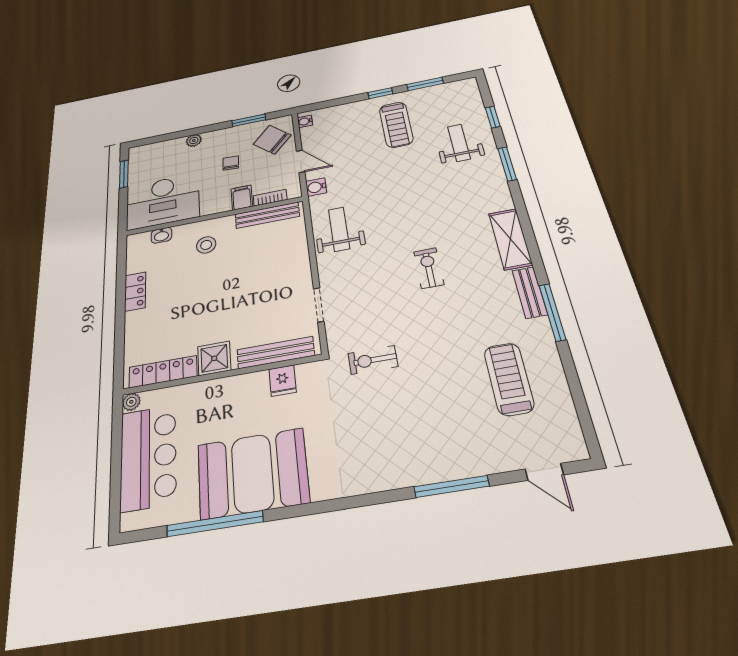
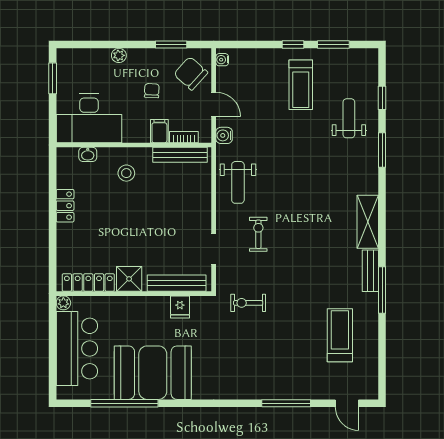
weight bench: (339, 229) -> (238, 182), turned 180
exercise bike: (429, 268) -> (258, 234), moved

